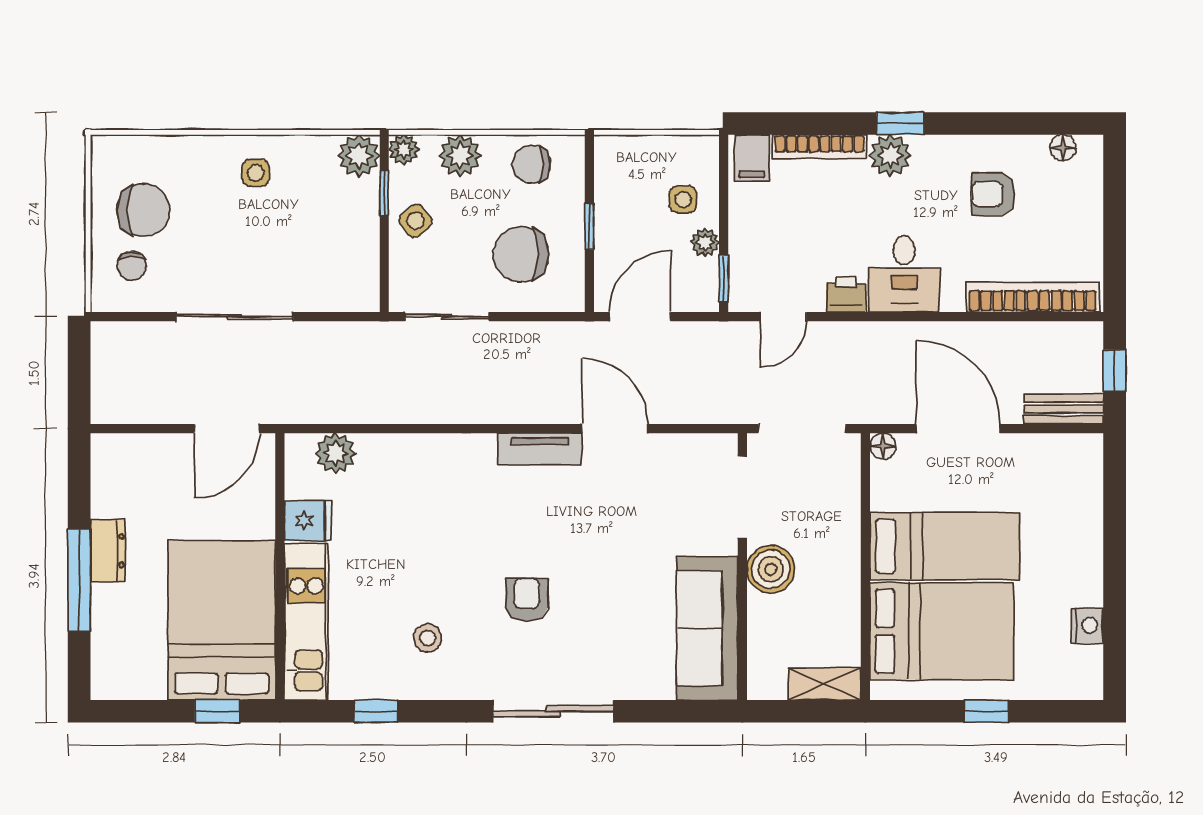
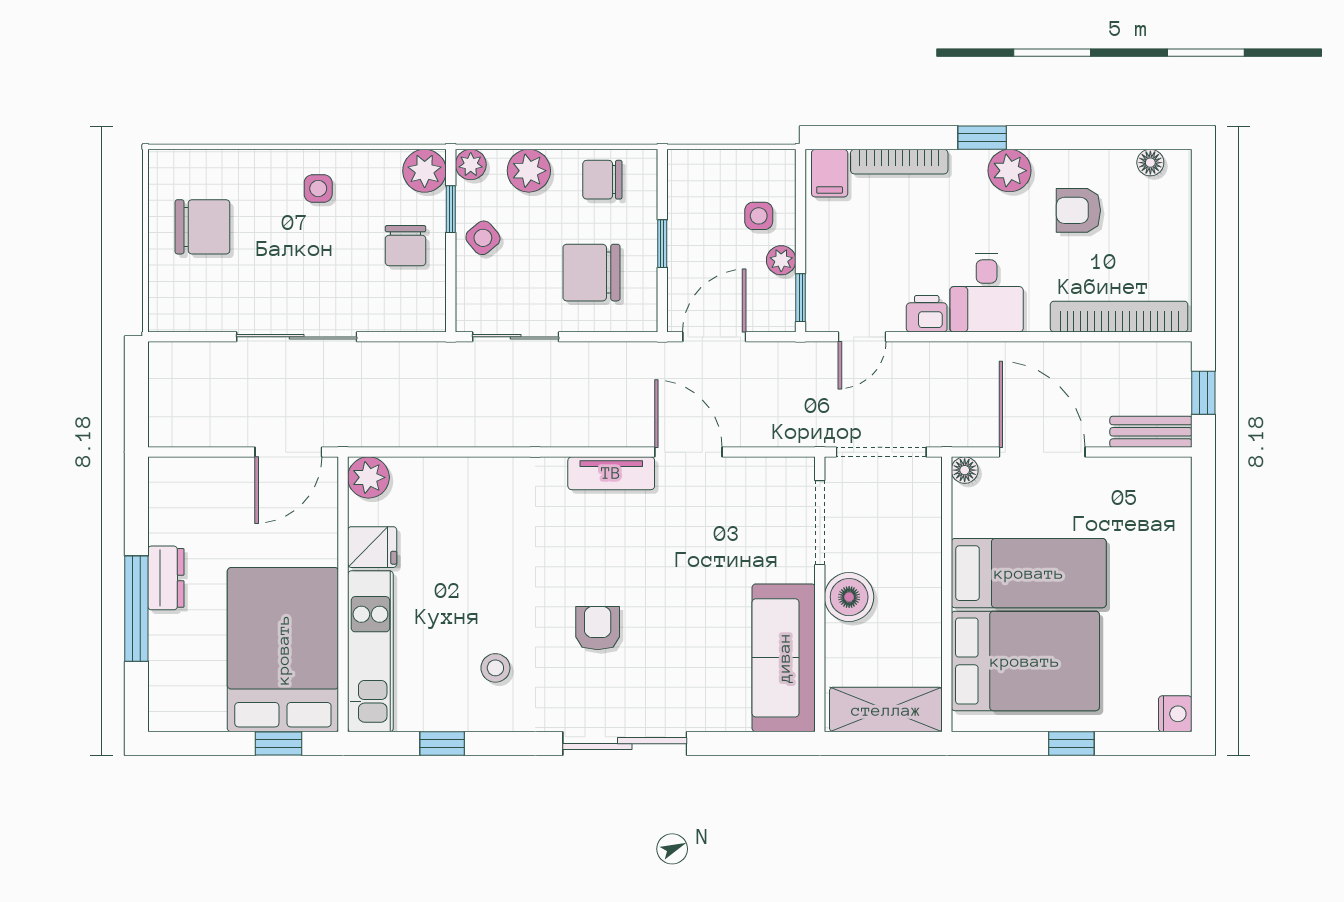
plant: (890, 155) -> (1010, 171), moved
chair: (132, 266) -> (405, 246), moved, width x1.37, depth x1.37
plant: (335, 453) -> (368, 477), moved
nightstand: (1087, 625) -> (1175, 714), moved
shelving: (825, 684) -> (886, 710), width x1.50, depth x1.33

